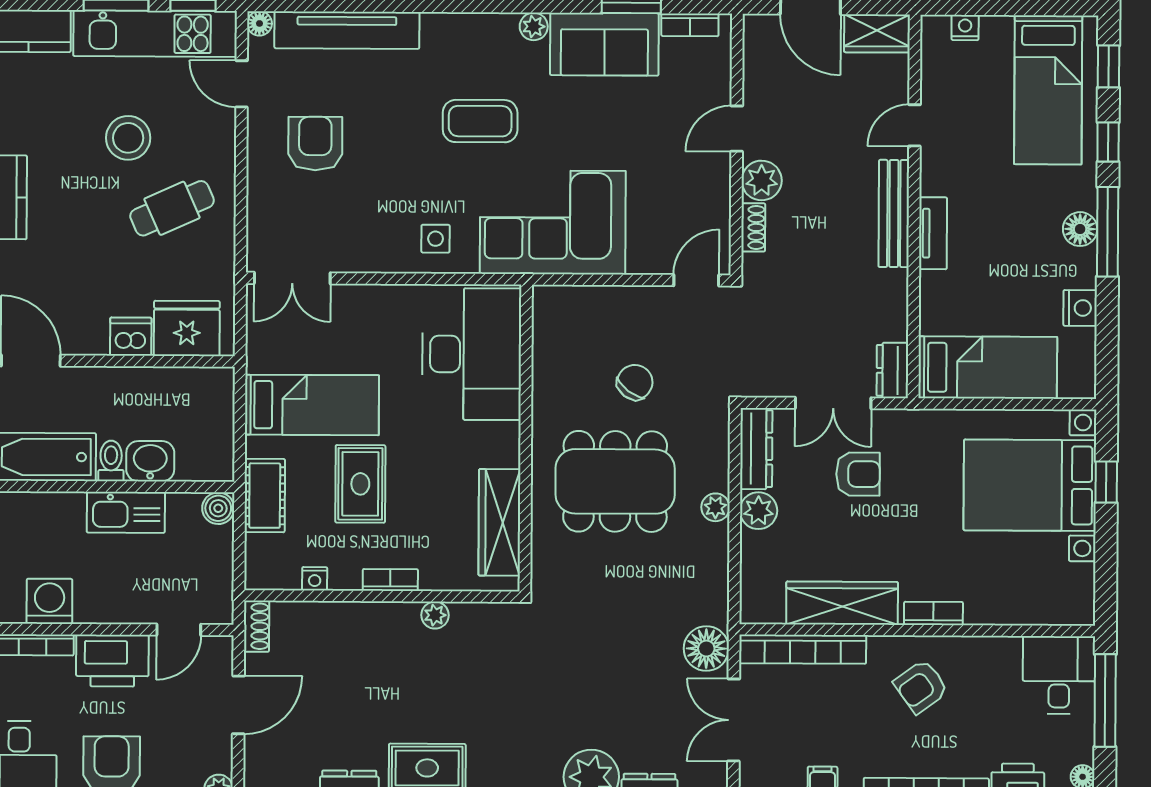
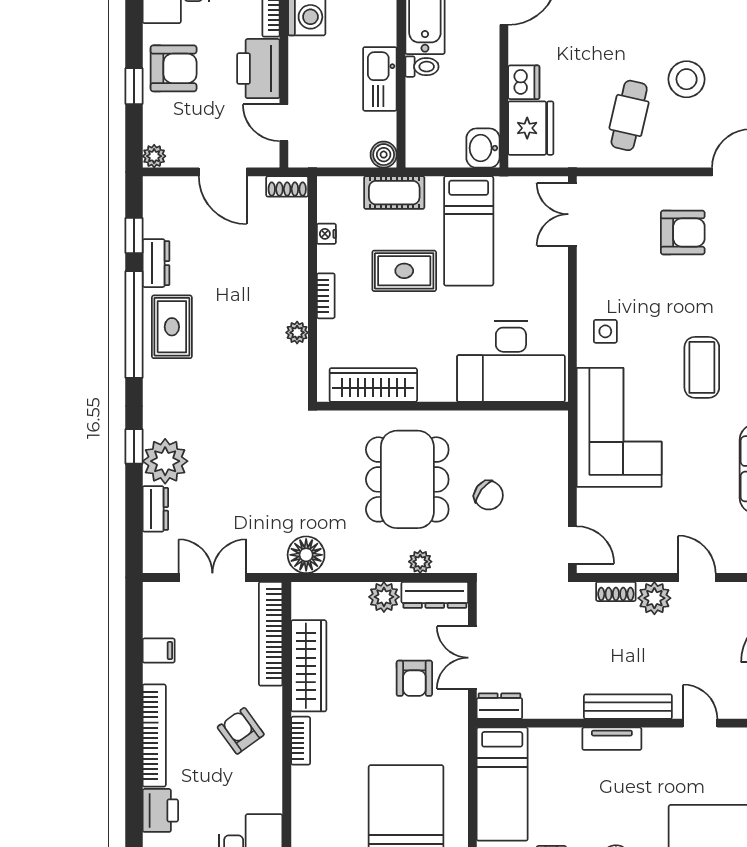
cafe table: (172, 208) -> (629, 115), turned 37
washbasin: (150, 461) -> (483, 148), moved, turned 180
plant: (715, 507) -> (420, 562), moved
floor lamp: (706, 649) -> (306, 555), moved

